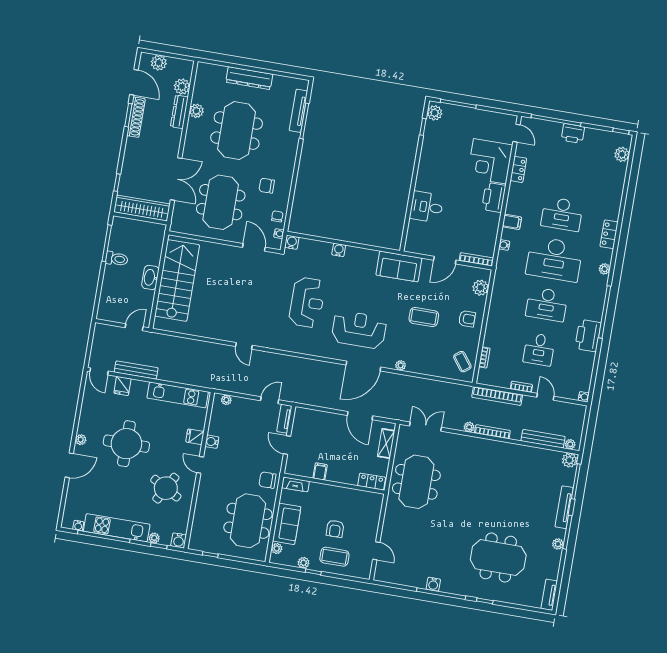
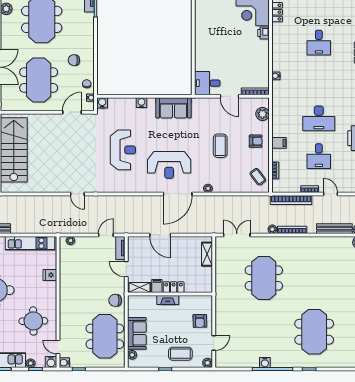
printer: (494, 197) -> (264, 33), width x0.53, depth x0.68
desk: (427, 207) -> (207, 83), moved
desk: (562, 214) -> (319, 43), width x0.73
filing cabinet: (512, 222) -> (279, 143), moved
door: (254, 247) -> (72, 112), hinge flipped
desk: (554, 259) -> (319, 80), removed
door: (445, 260) -> (229, 96), hinge flipped
sofa: (399, 266) -> (173, 108), moved
coffee table: (424, 317) -> (220, 146), turned 90
reception desk: (359, 330) -> (169, 165), turned 180
door: (360, 416) -> (160, 235), moved
water cooler: (212, 442) -> (64, 363), moved
door: (200, 465) -> (58, 347), moved
shelving: (299, 470) -> (139, 287), added
locker: (372, 482) -> (174, 287), moved
meeting table: (416, 482) -> (264, 278), moved
fireplace: (295, 484) -> (168, 300), moved
round table: (166, 488) -> (33, 321), turned -30
armchair: (335, 529) -> (200, 321), moved
door: (376, 551) -> (214, 343), hinge flipped
meeting table: (498, 558) -> (314, 332), turned 90
plant: (304, 563) -> (208, 363), moved

